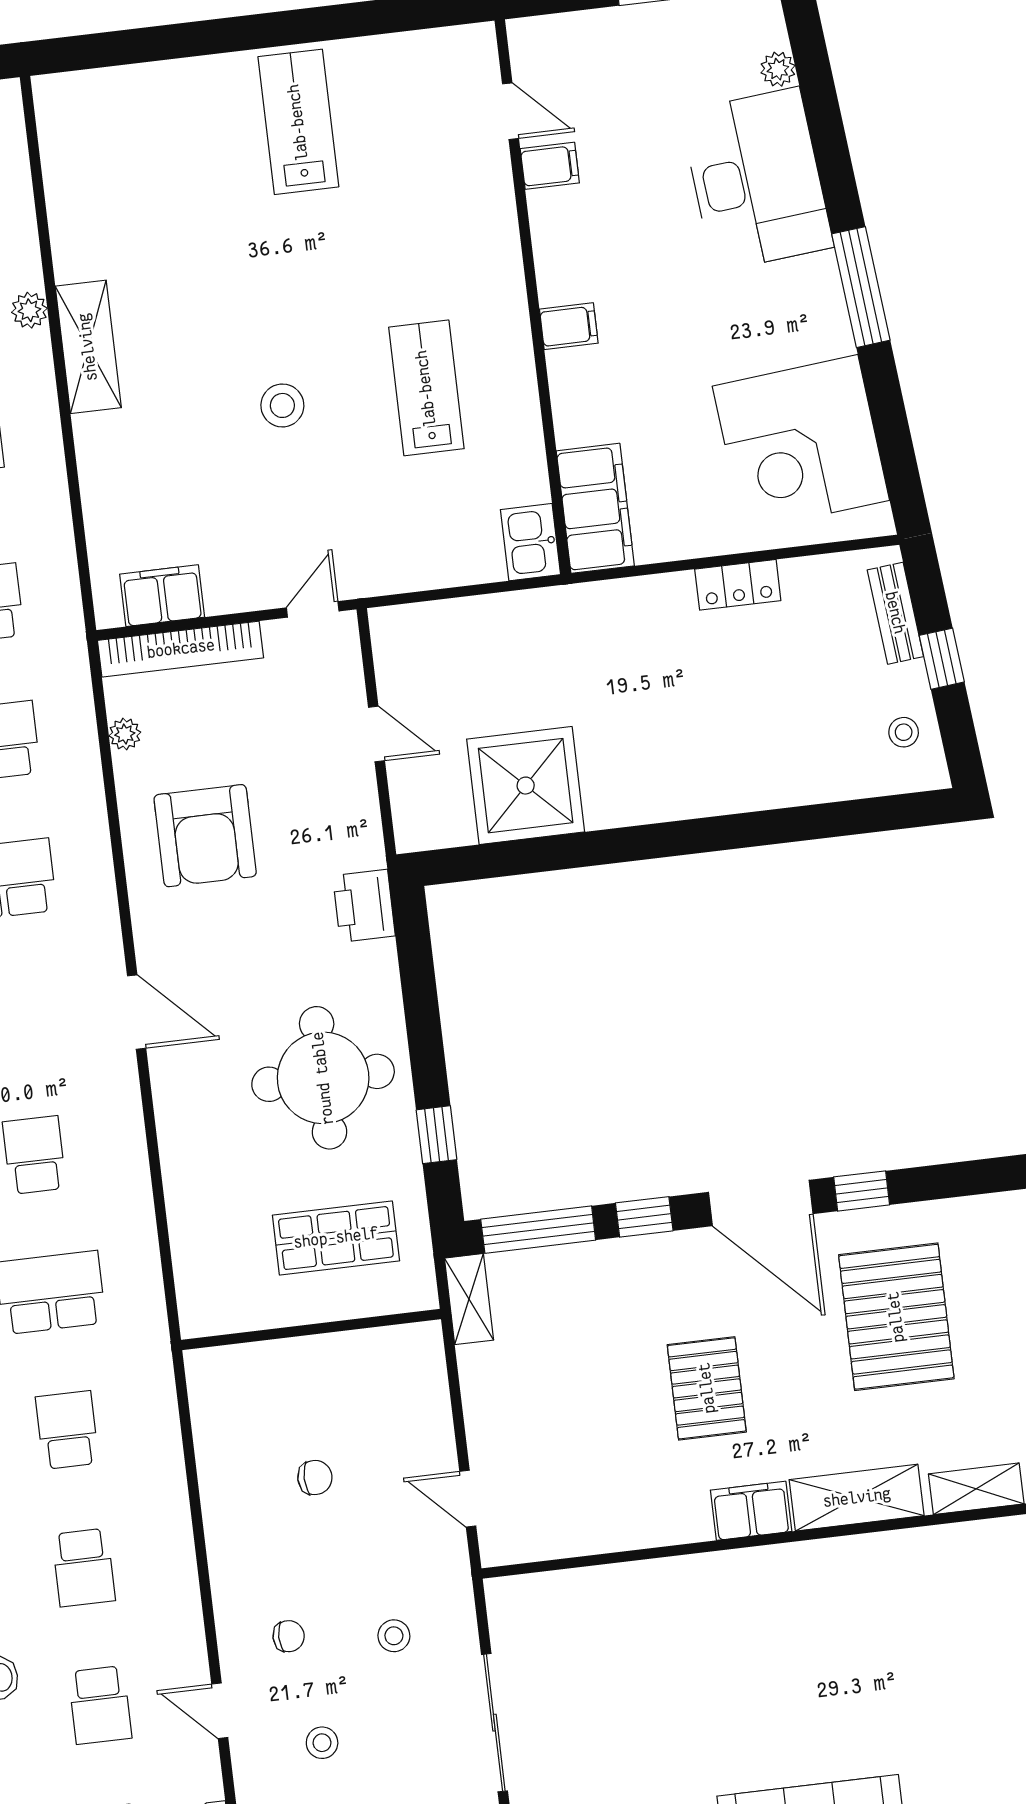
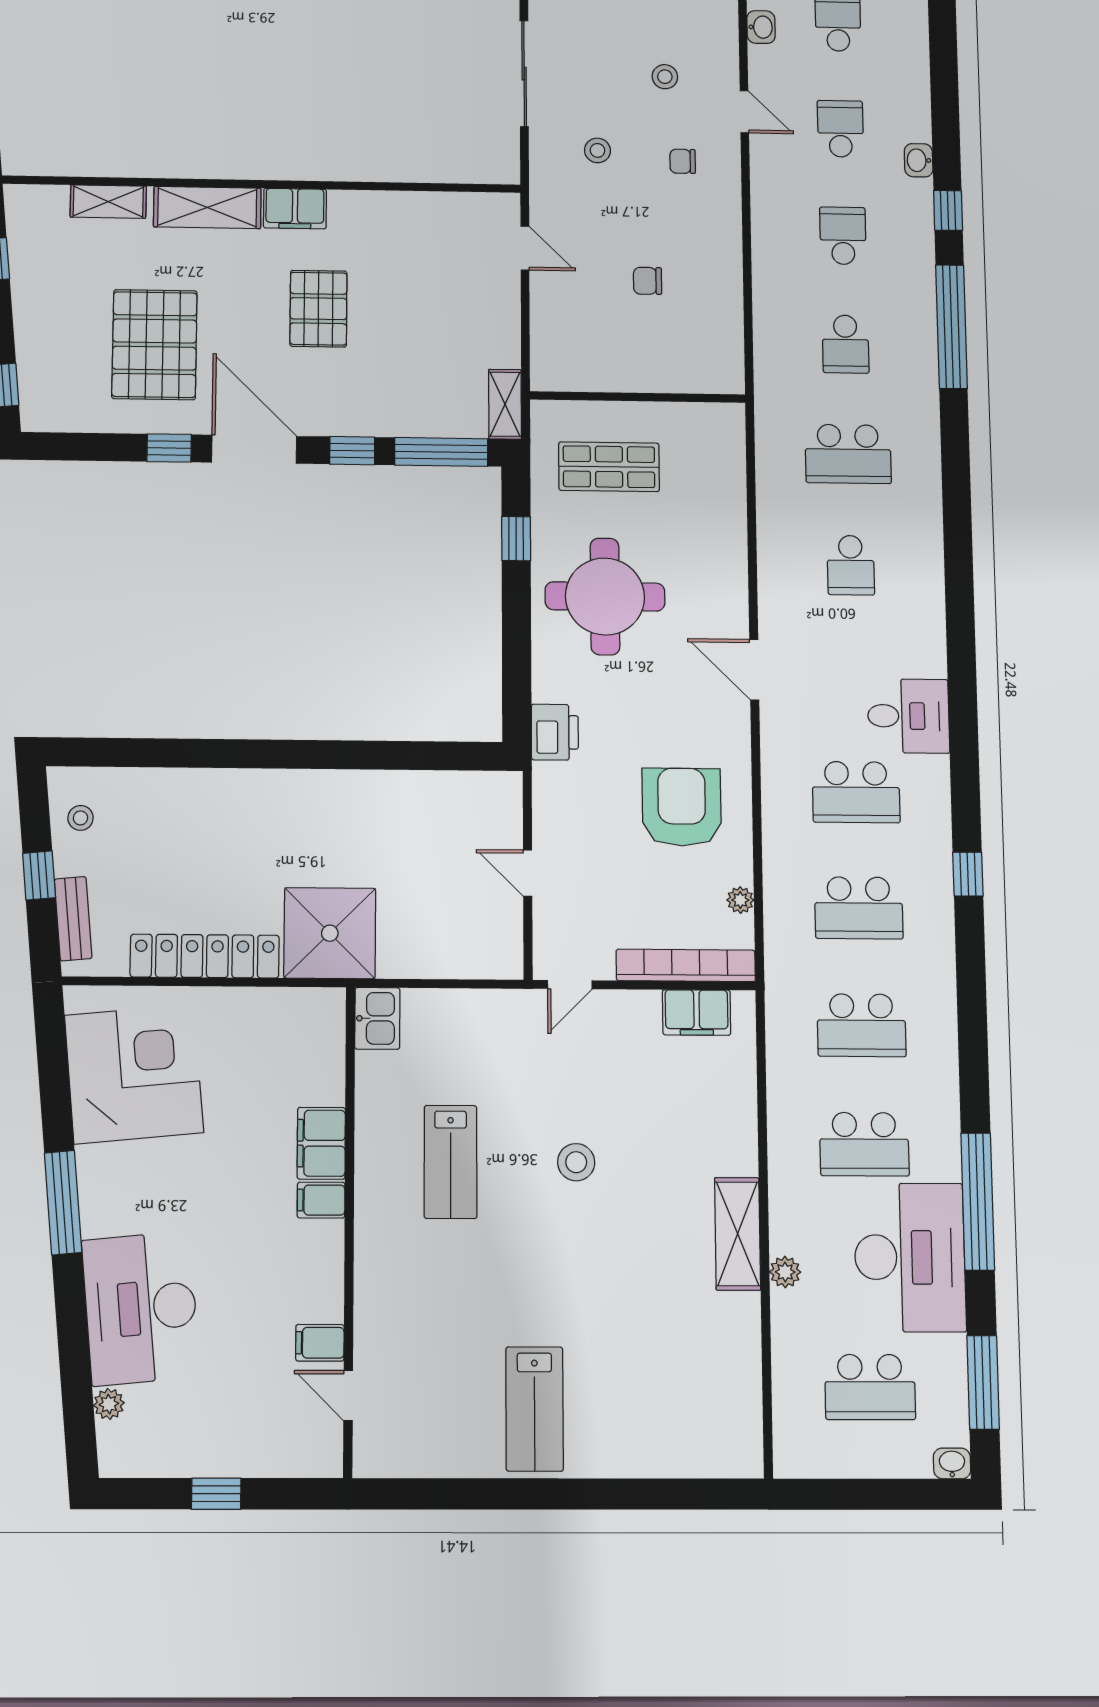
filing cabinet: (595, 508) -> (321, 1143), moved, width x0.67, depth x0.86
locker: (738, 585) -> (205, 956), width x2.16, depth x1.21
shower: (526, 786) -> (330, 933), moved

